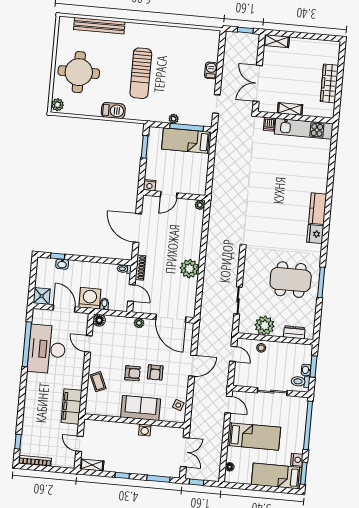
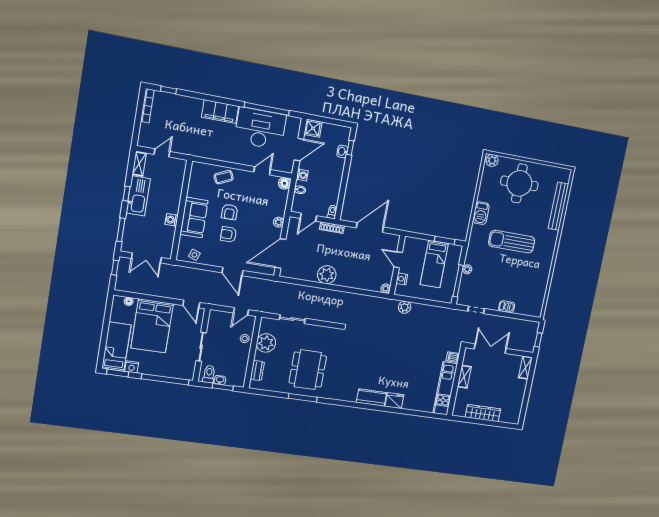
bed: (187, 141) -> (434, 264), moved, turned 180
plant: (218, 183) -> (405, 307), added
nightstand: (149, 185) -> (402, 279), moved
fridge: (315, 234) -> (394, 401), moved
washing machine: (90, 298) -> (302, 175), width x0.53, depth x0.53
door: (229, 405) -> (191, 304), hinge flipped
filing cabinet: (71, 406) -> (220, 112), moved, turned 180
bed: (254, 436) -> (152, 326), width x1.50
kitchen sink: (124, 464) -> (138, 196), added

